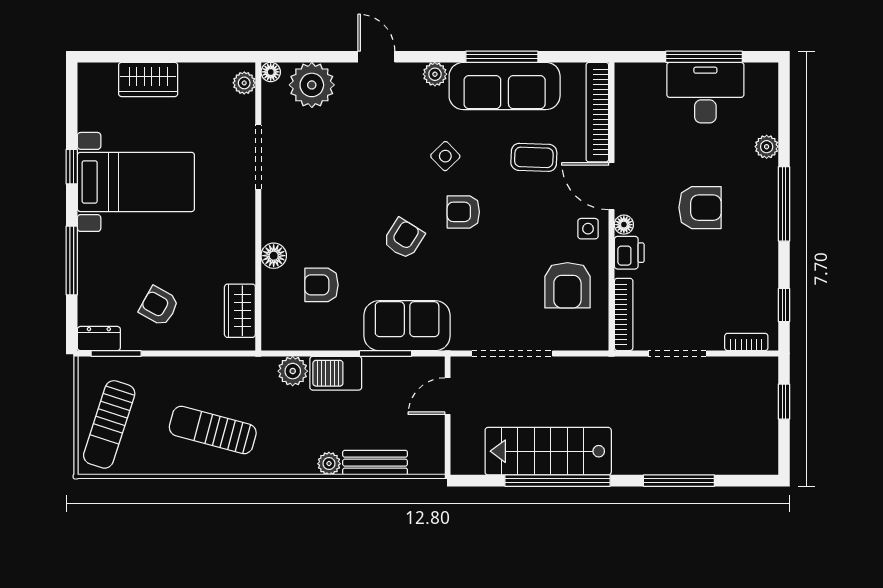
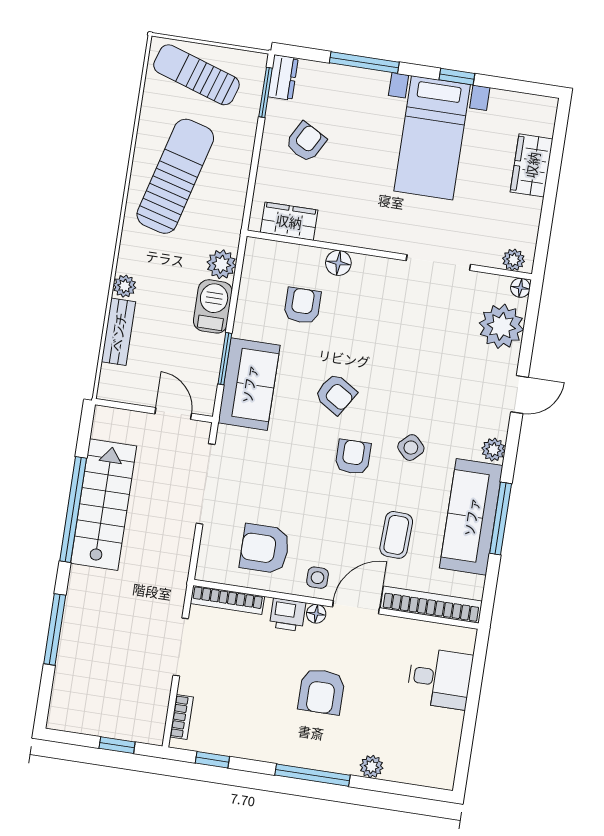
window: (704, 57) -> (470, 718), removed
desk: (705, 93) -> (440, 678), moved, width x0.73
sun lounger: (213, 430) -> (175, 176), width x1.36, depth x1.34

